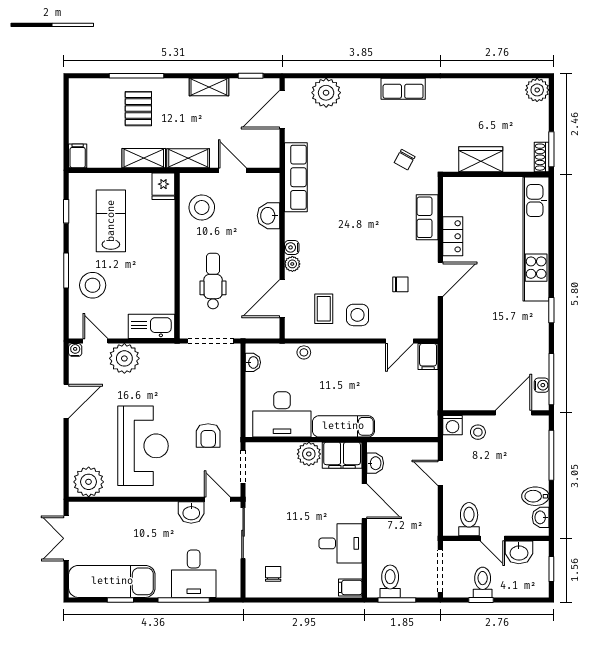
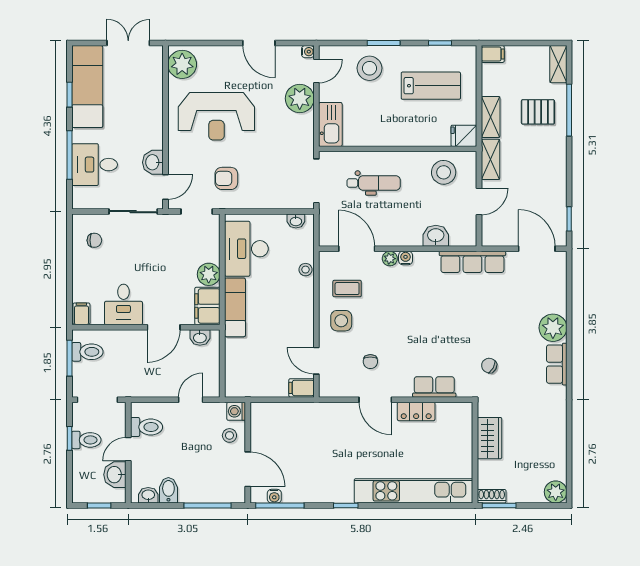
shelving: (209, 87) -> (558, 64), moved
plant: (326, 93) -> (553, 328), moved

